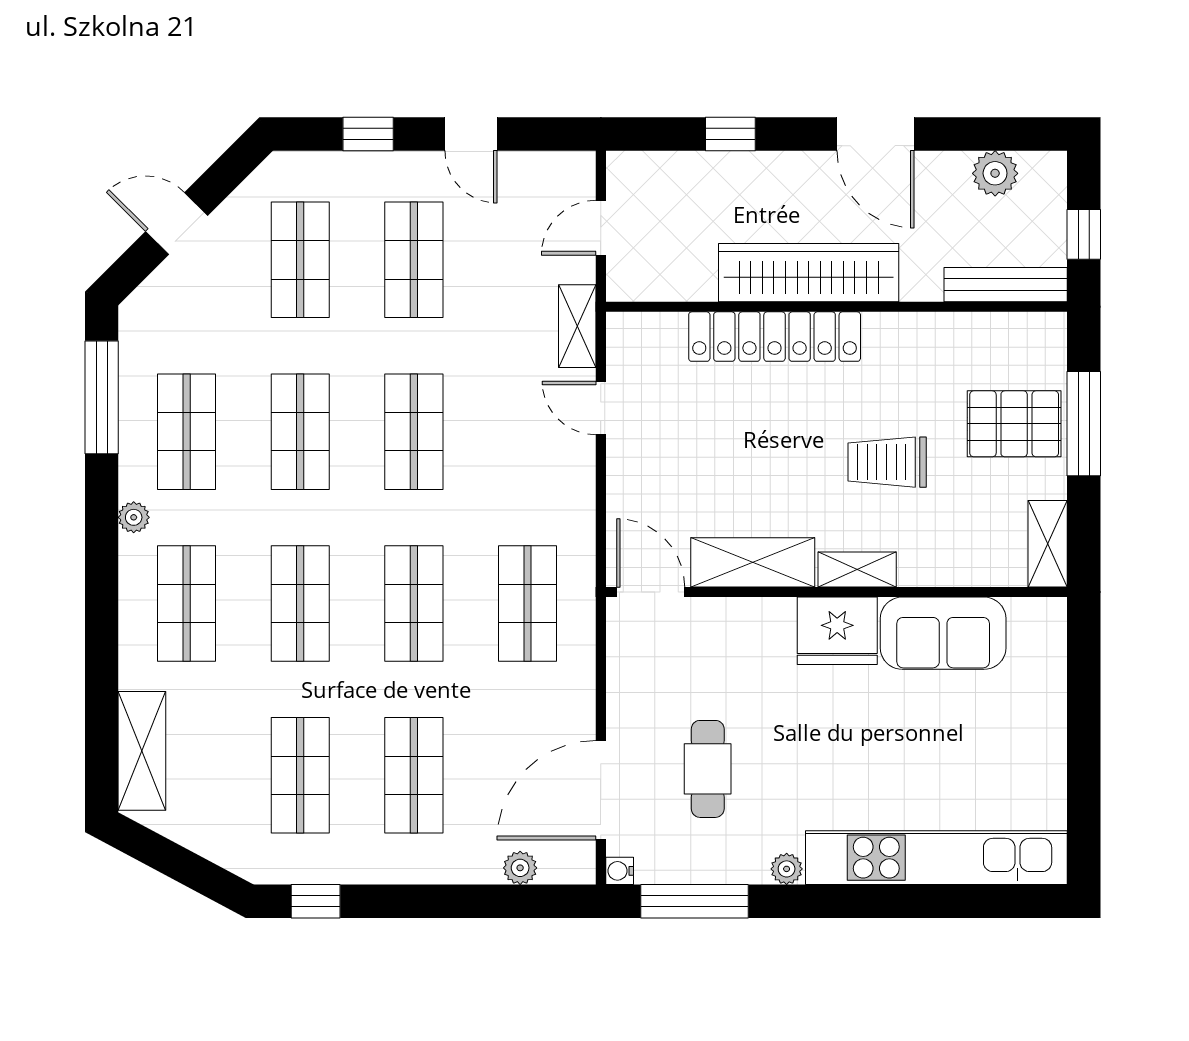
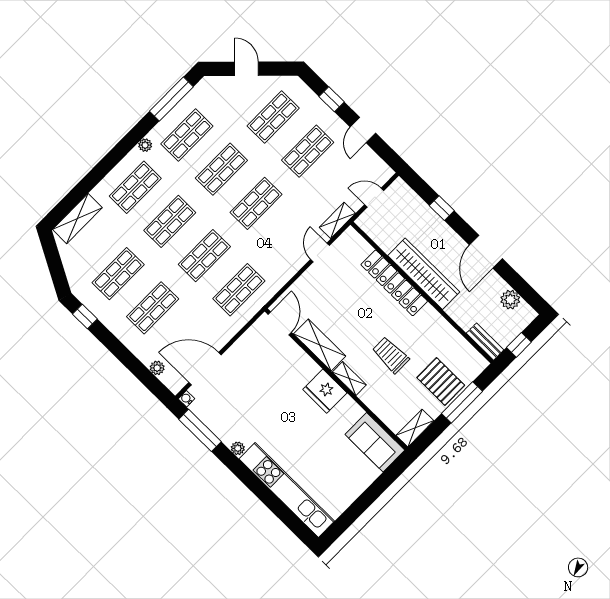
bench: (1006, 285) -> (485, 342), width x0.73
sofa: (943, 633) -> (375, 442), moved
cafe table: (708, 769) -> (244, 394), removed

